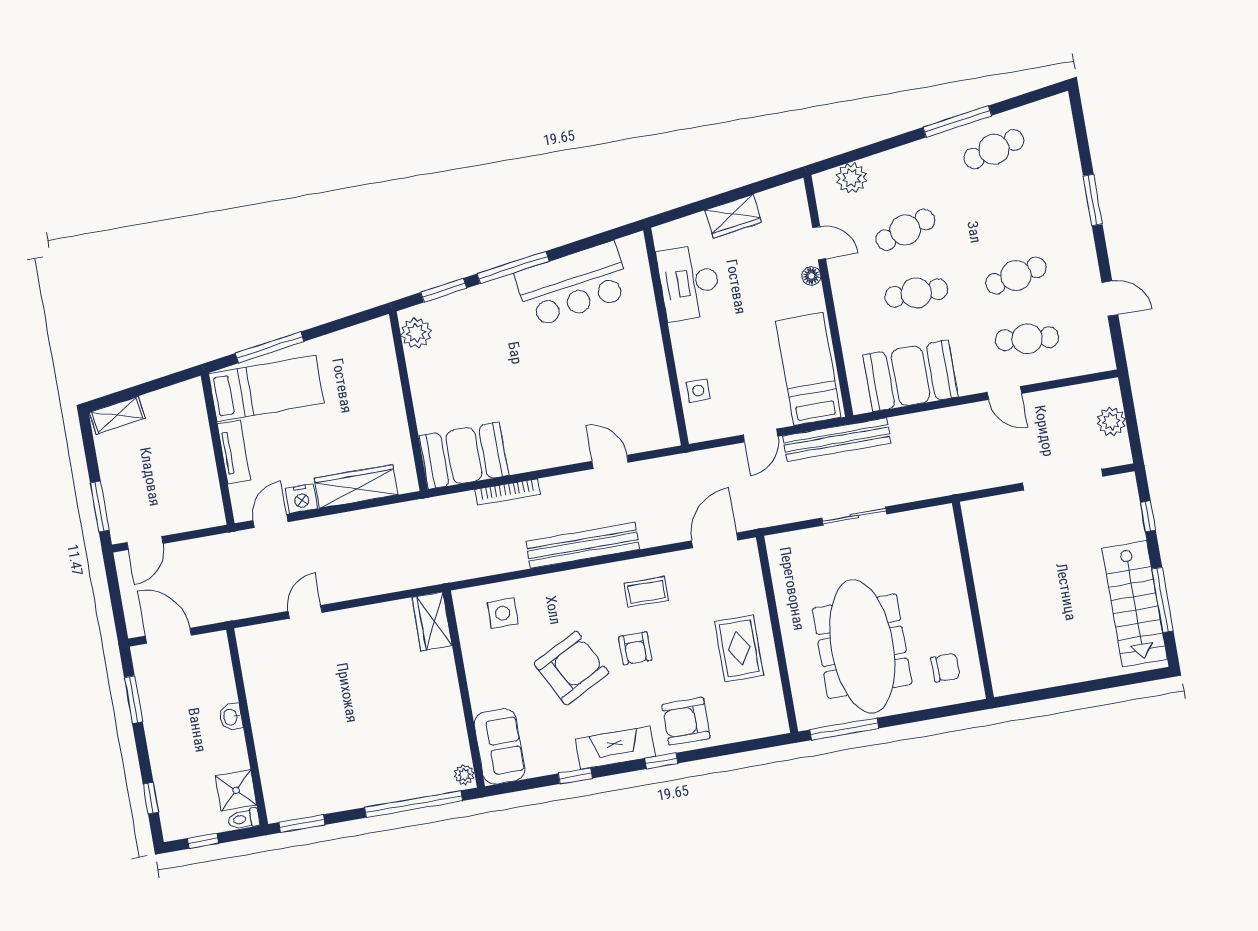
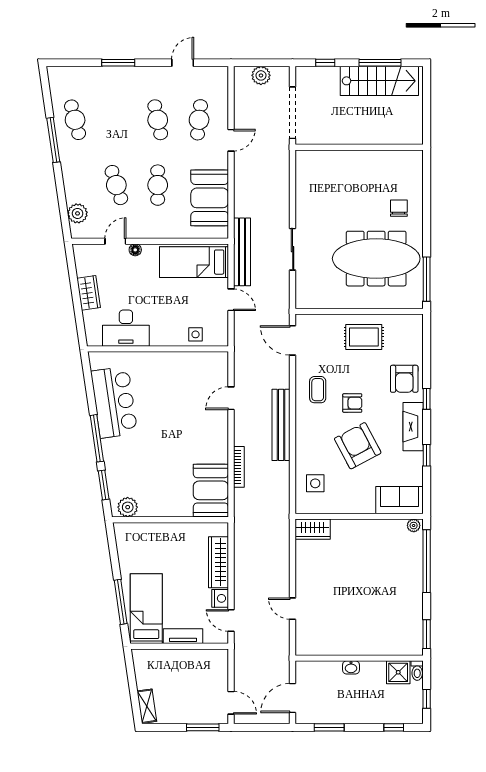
wall: (973, 600) -> (359, 147), moved

